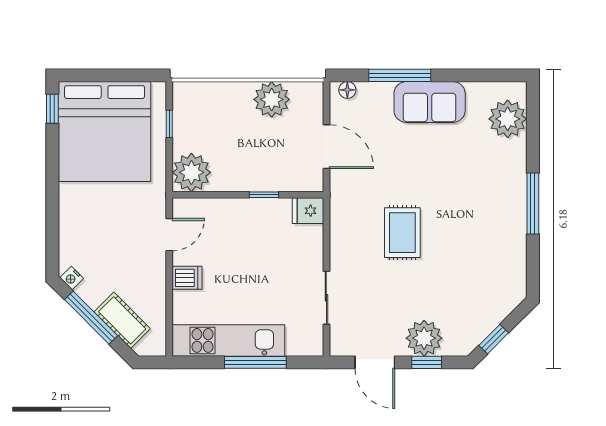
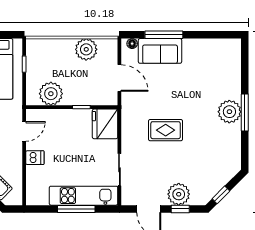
sofa: (430, 102) -> (160, 51), moved
plant: (508, 119) -> (229, 112), moved
plant: (191, 172) -> (51, 94), moved
fridge: (308, 211) -> (105, 124), width x1.88, depth x1.34
rug: (402, 233) -> (166, 130), turned 90
kitchen unit: (228, 340) -> (84, 196), moved

